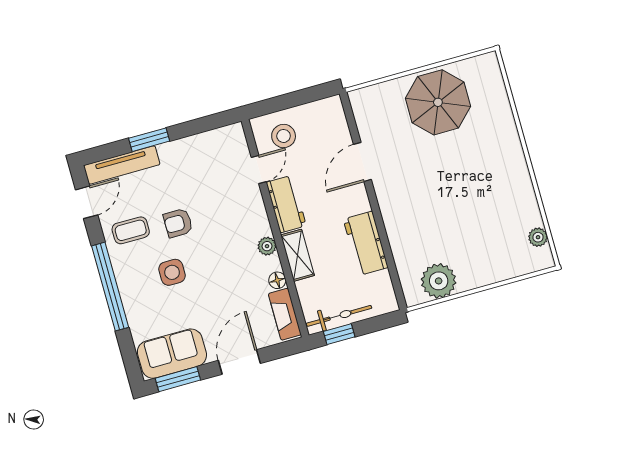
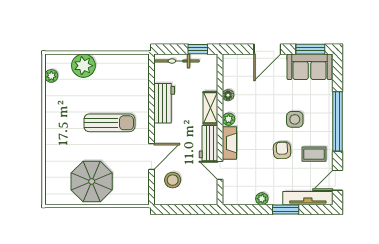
stool: (284, 136) -> (173, 180), moved
plant: (188, 146) -> (262, 199), added
door: (259, 170) -> (220, 170), hinge flipped
sun lounger: (436, 193) -> (109, 123), added
armchair: (178, 223) -> (282, 150), turned -92
plant: (439, 281) -> (83, 66), moved
fireplace: (285, 314) -> (229, 143), moved
bicycle: (339, 316) -> (176, 61), moved

